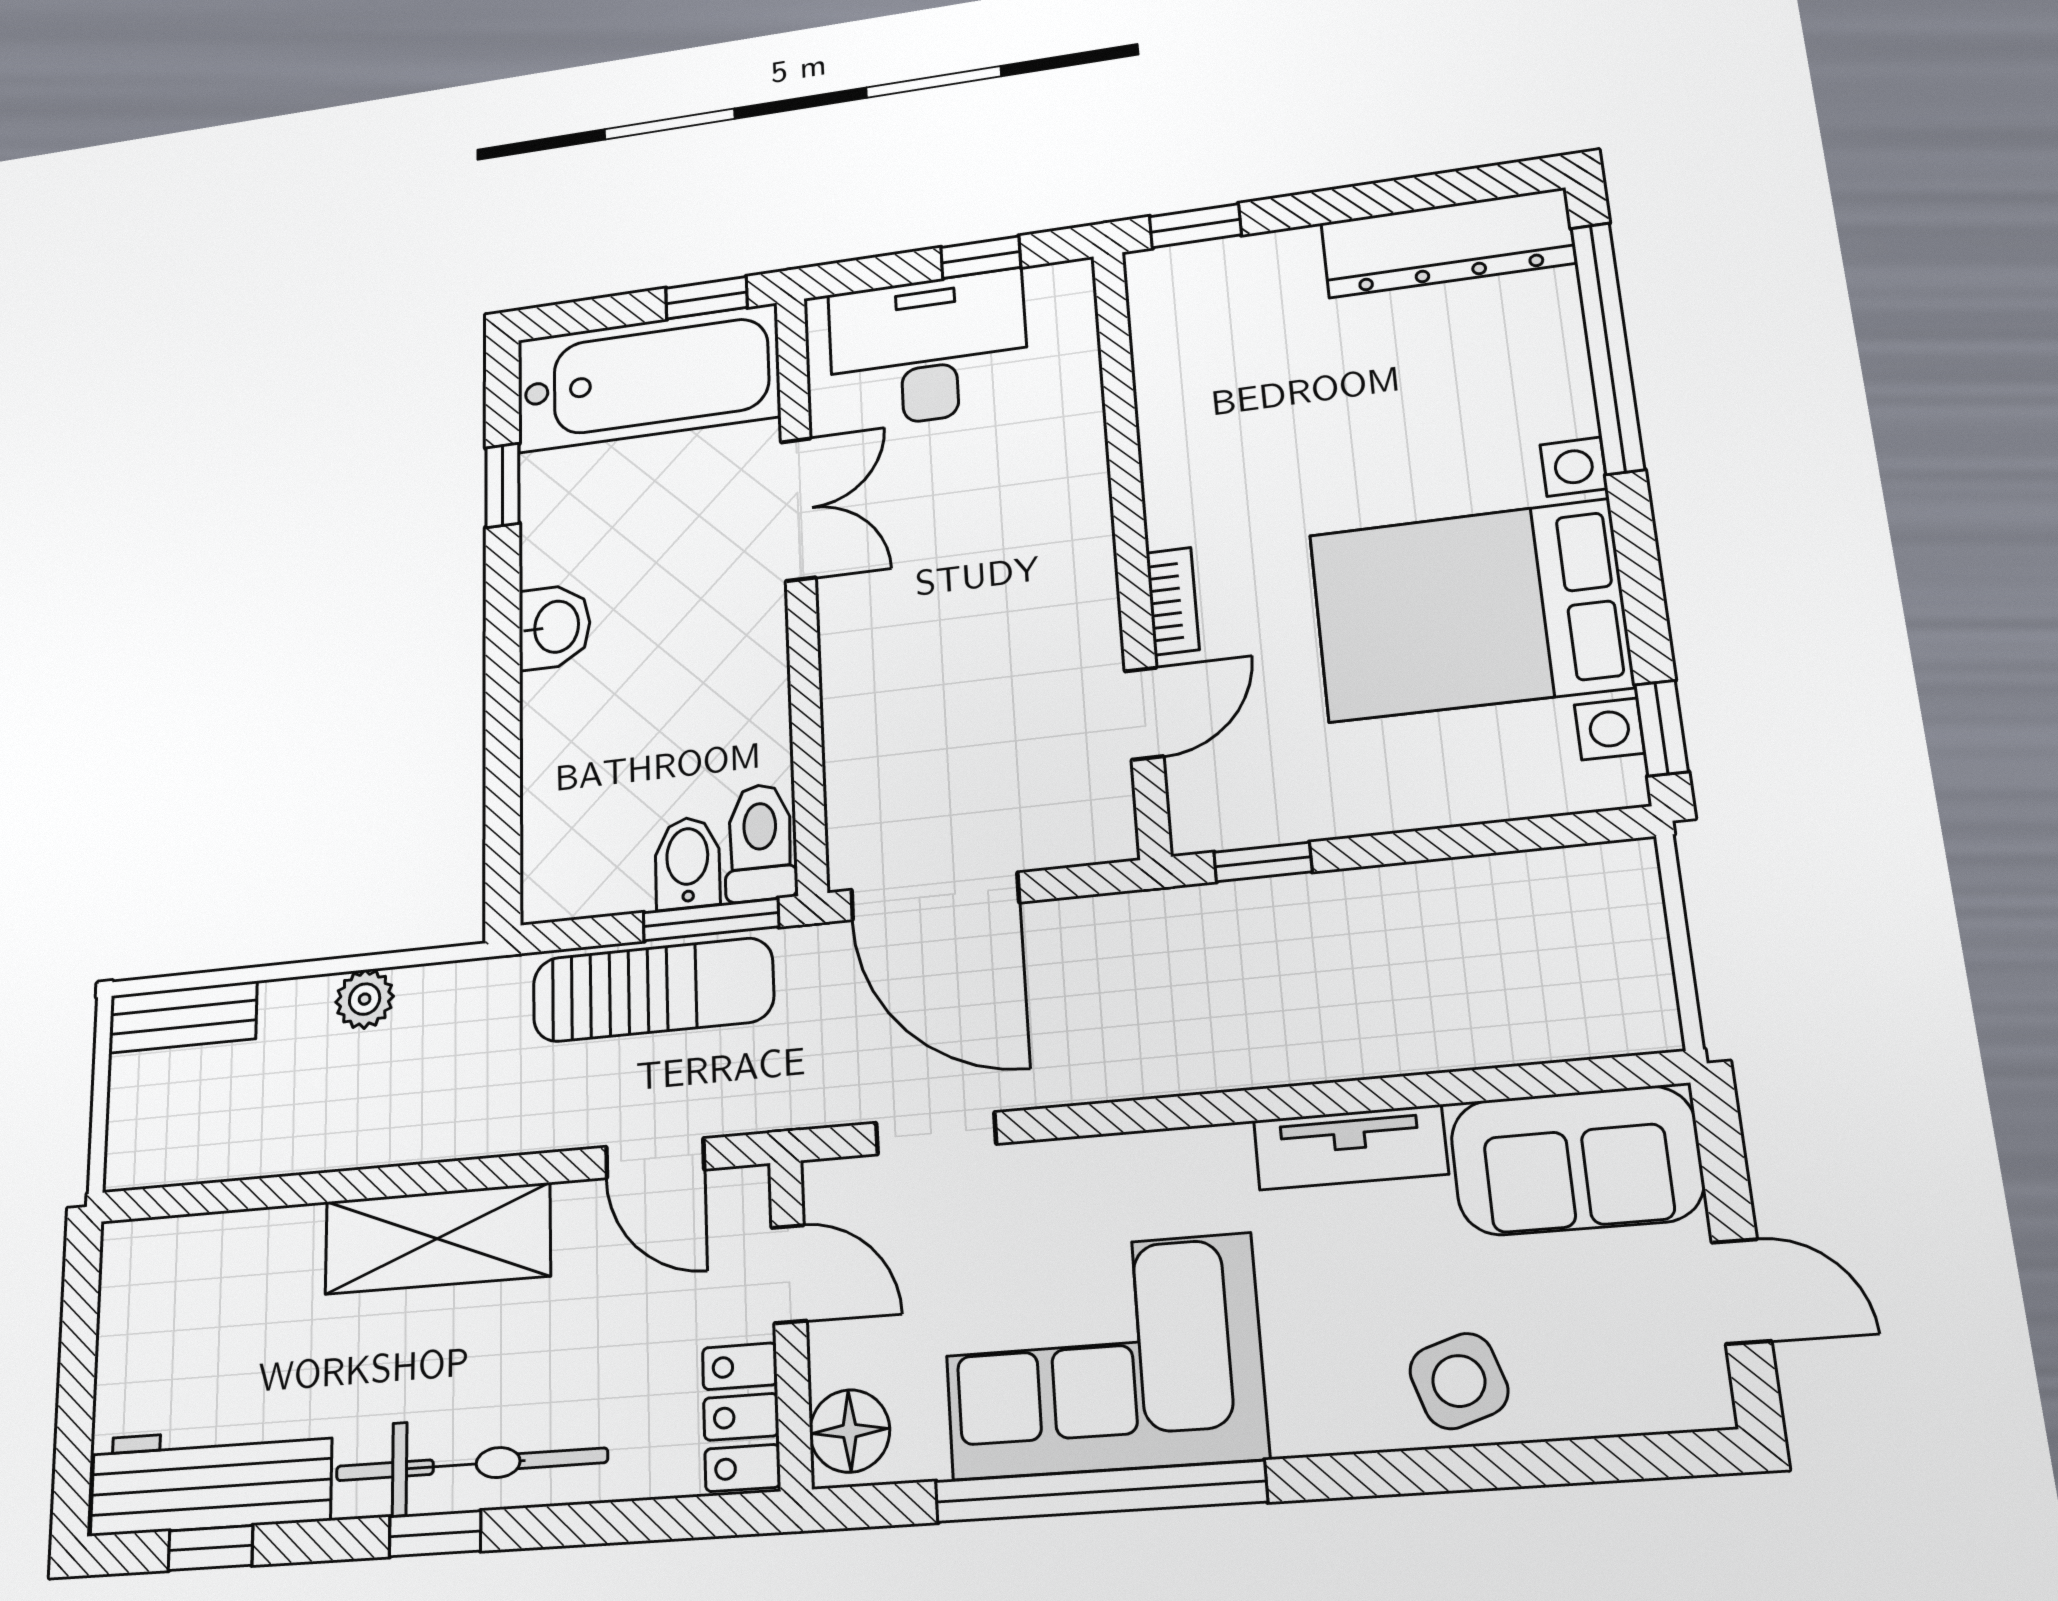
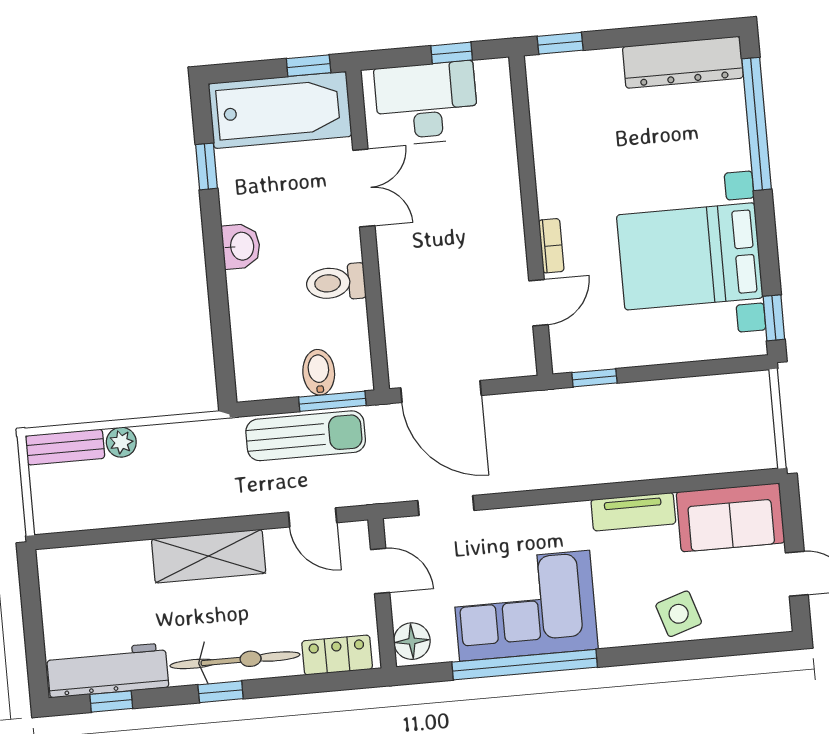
toilet: (760, 842) -> (336, 283), moved, turned -90
plant: (365, 999) -> (121, 442), moved
locker: (741, 1417) -> (337, 655), moved, turned 90

